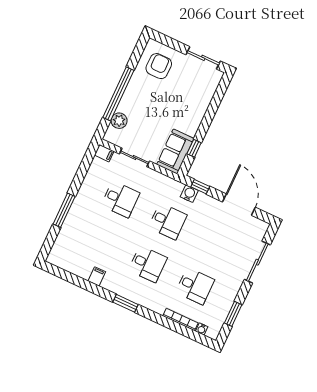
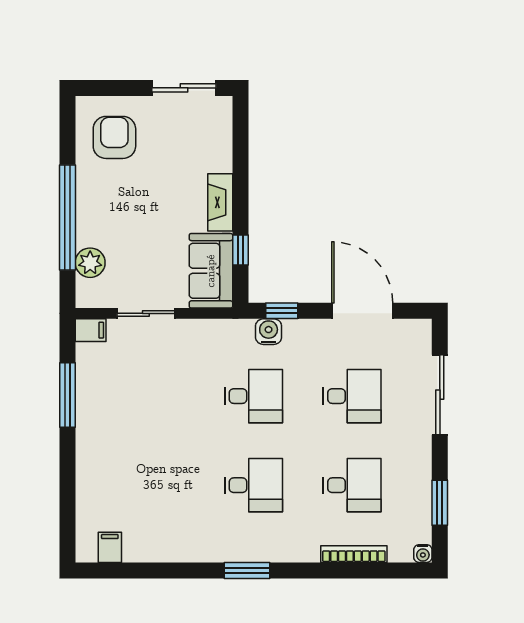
fireplace: (195, 121) -> (220, 202), added
desk: (120, 199) -> (352, 396), moved
window: (64, 210) -> (67, 395), moved
filing cabinet: (97, 276) -> (110, 547), moved
water cooler: (202, 329) -> (423, 554), moved

